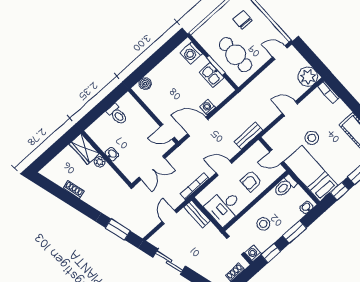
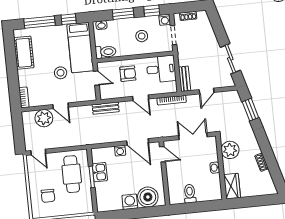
washing machine: (191, 53) -> (130, 202), moved, turned -90
plant: (308, 77) -> (44, 118), moved
boiler: (145, 84) -> (148, 197), width x1.86, depth x1.86
plant: (100, 162) -> (230, 150), moved, width x1.88, depth x1.88

